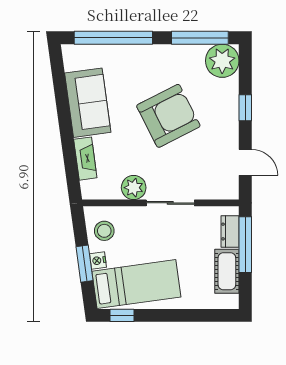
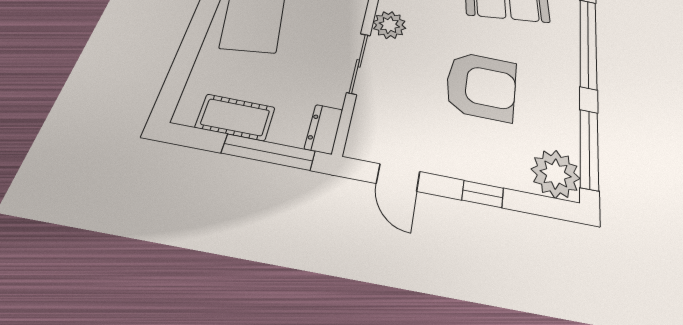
armchair: (168, 116) -> (481, 86), turned -63
door: (245, 162) -> (398, 177), hinge flipped
dresser: (230, 232) -> (324, 129), moved, turned -90

